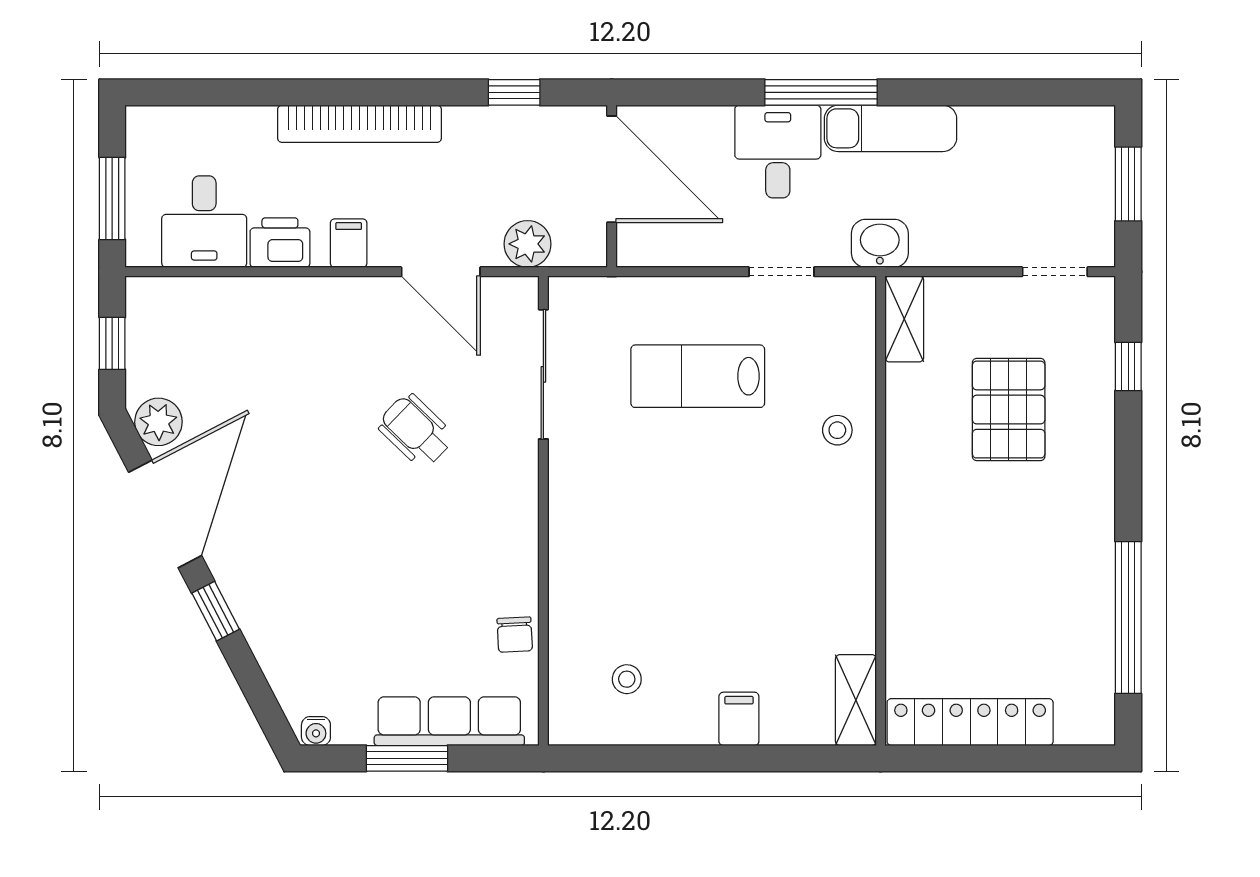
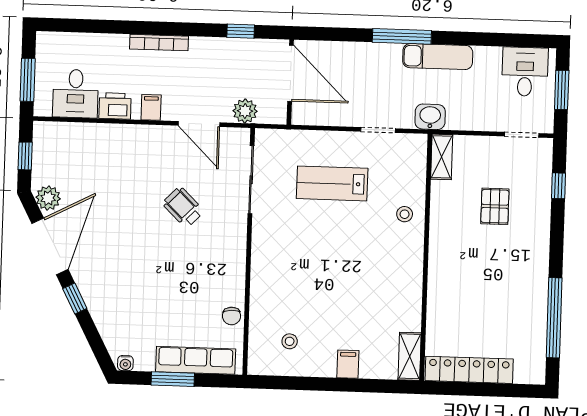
bookcase: (359, 124) -> (159, 43), width x0.68, depth x0.76
desk: (778, 152) -> (525, 72), moved
pallet: (1009, 410) -> (495, 206), width x0.67, depth x0.71

